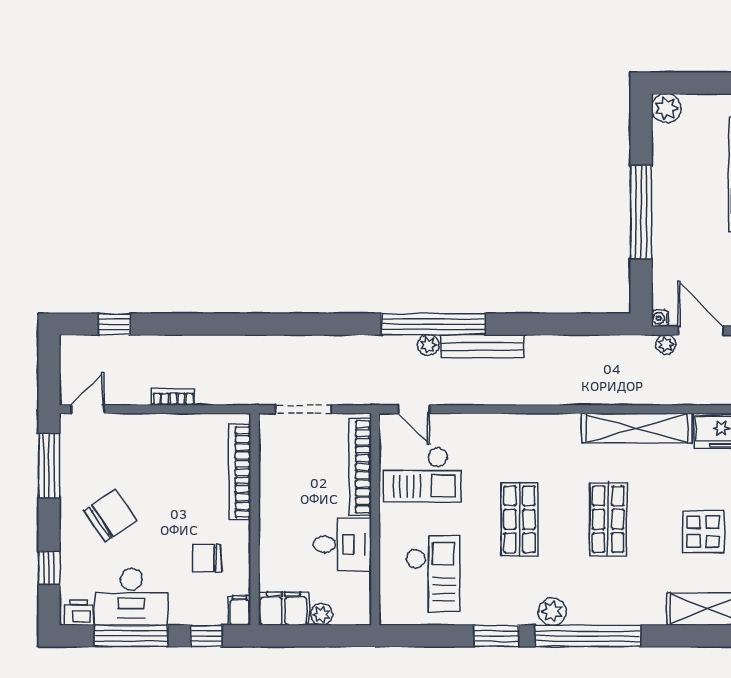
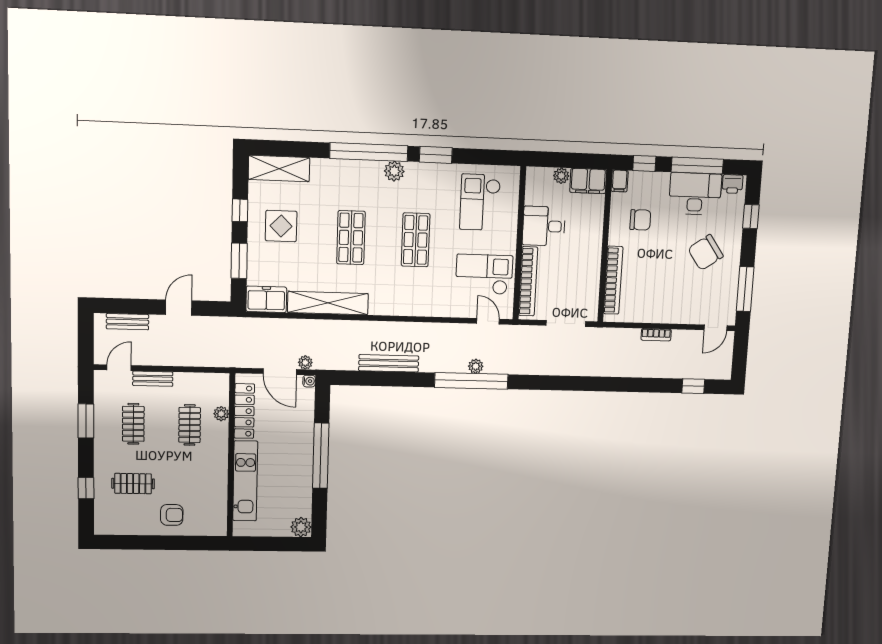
bench: (482, 346) -> (389, 363), moved

